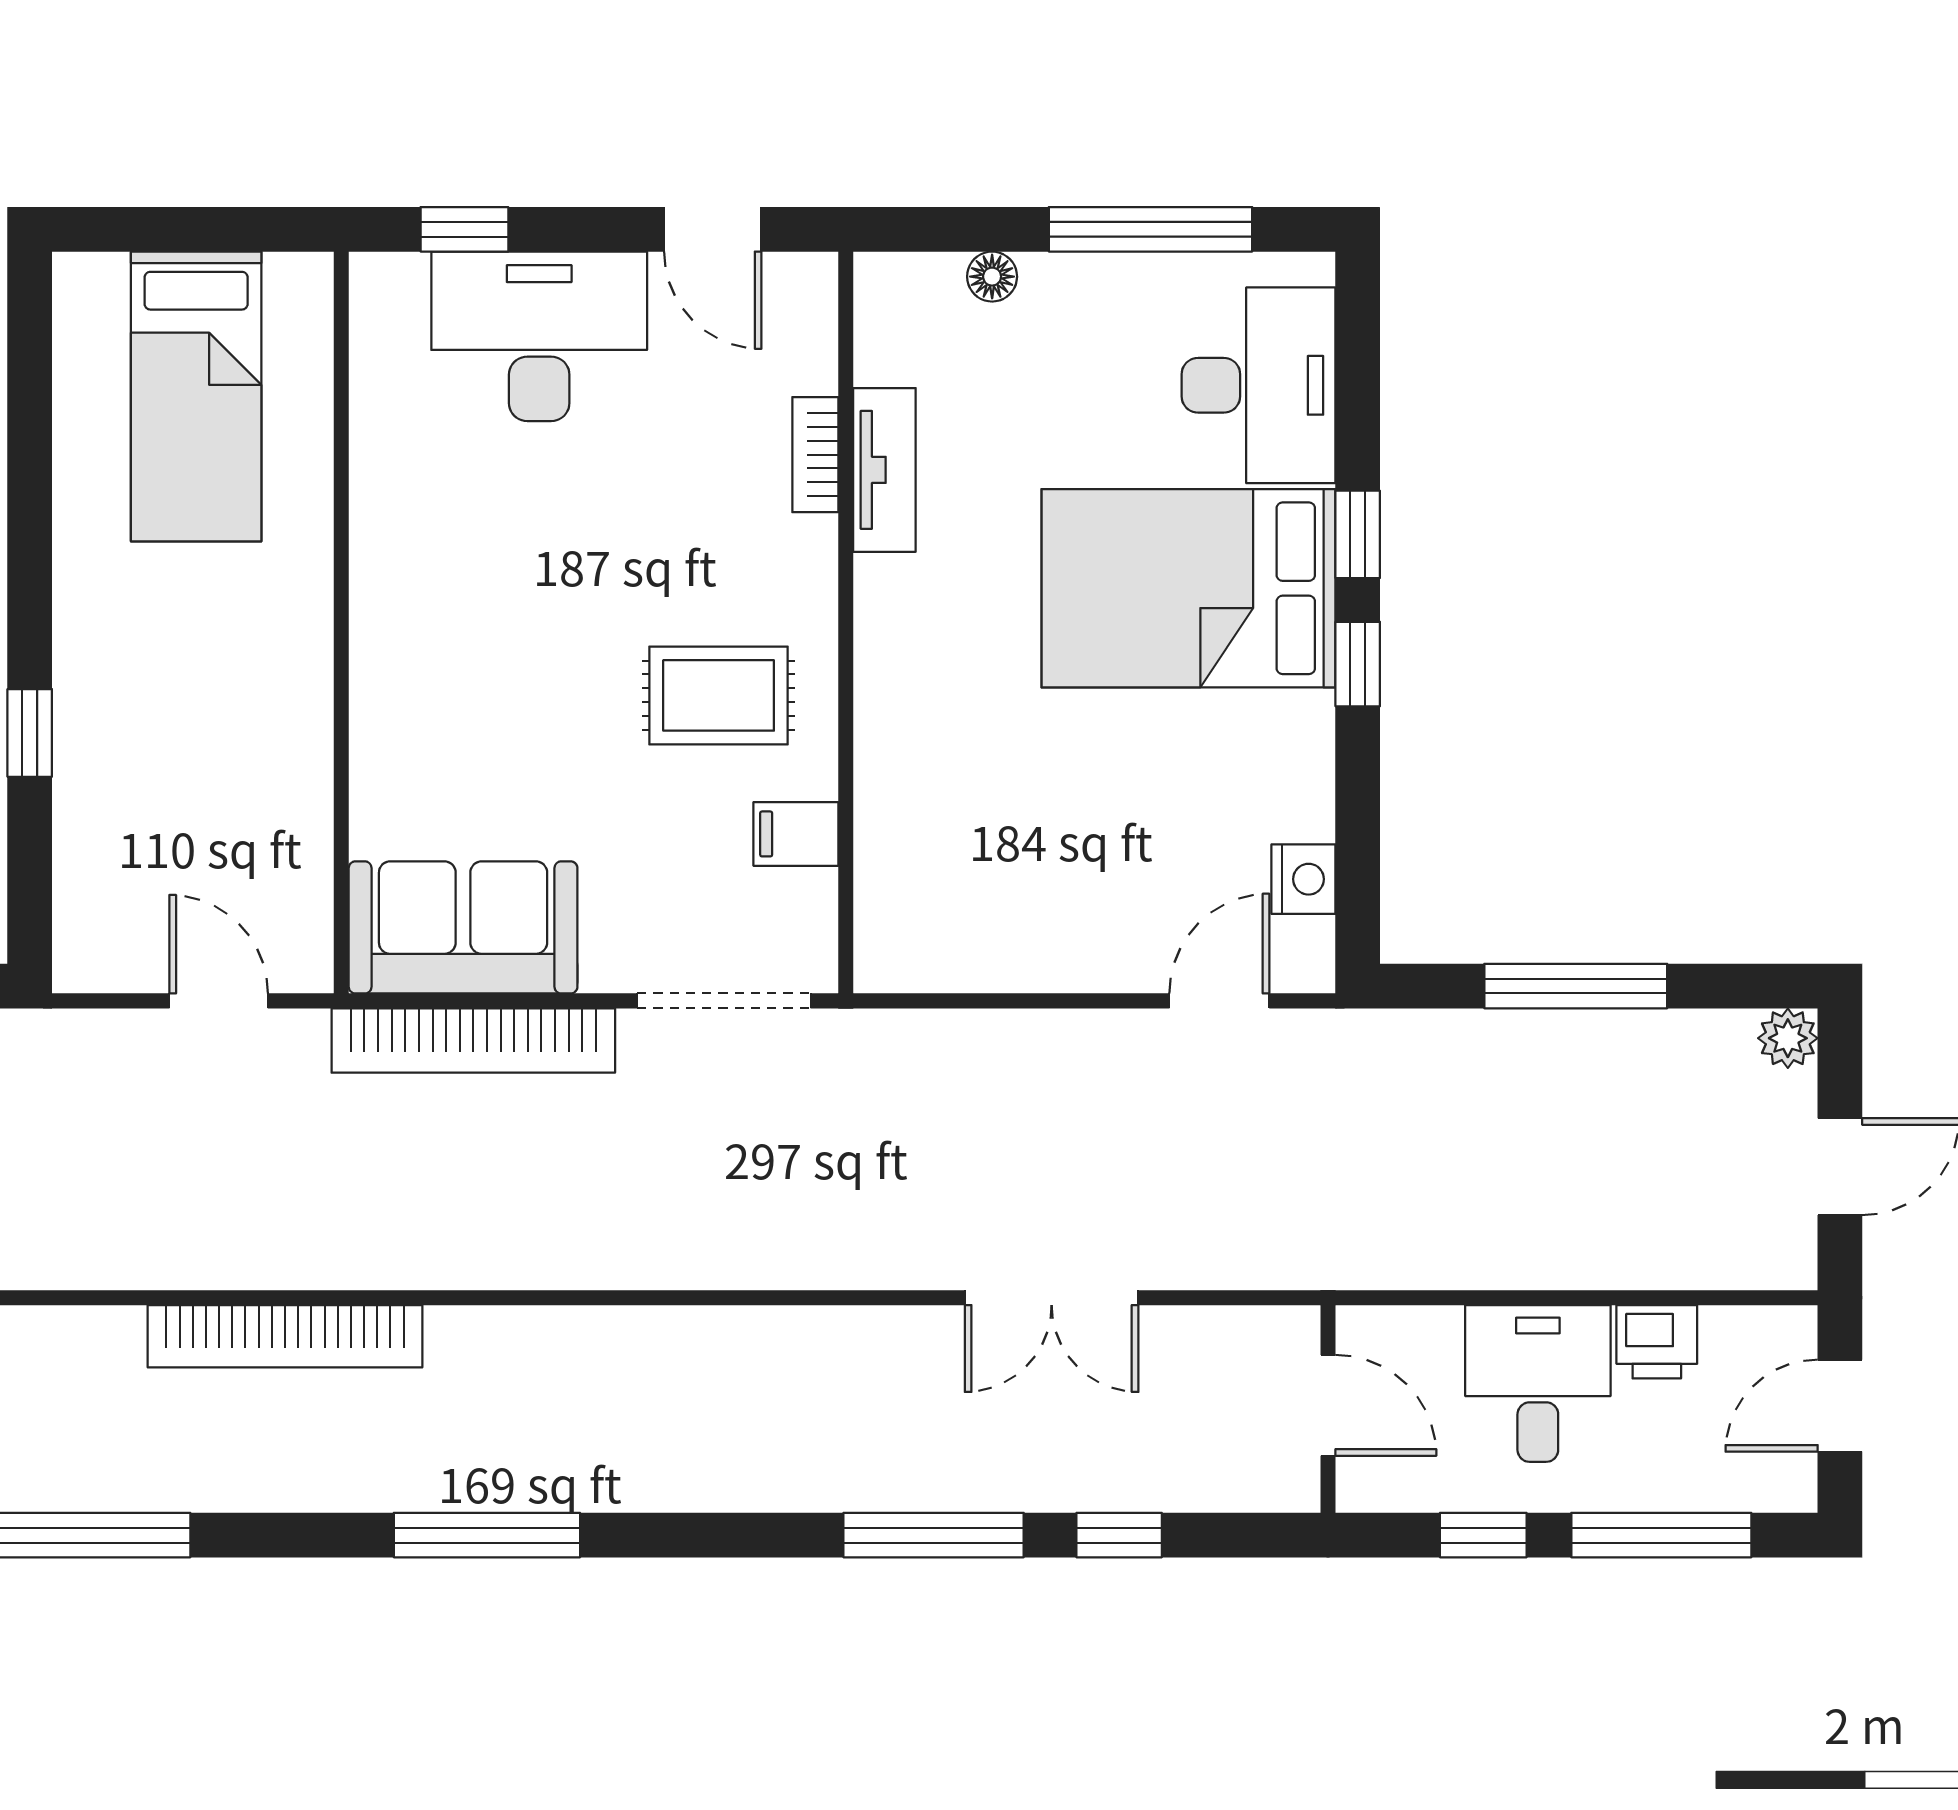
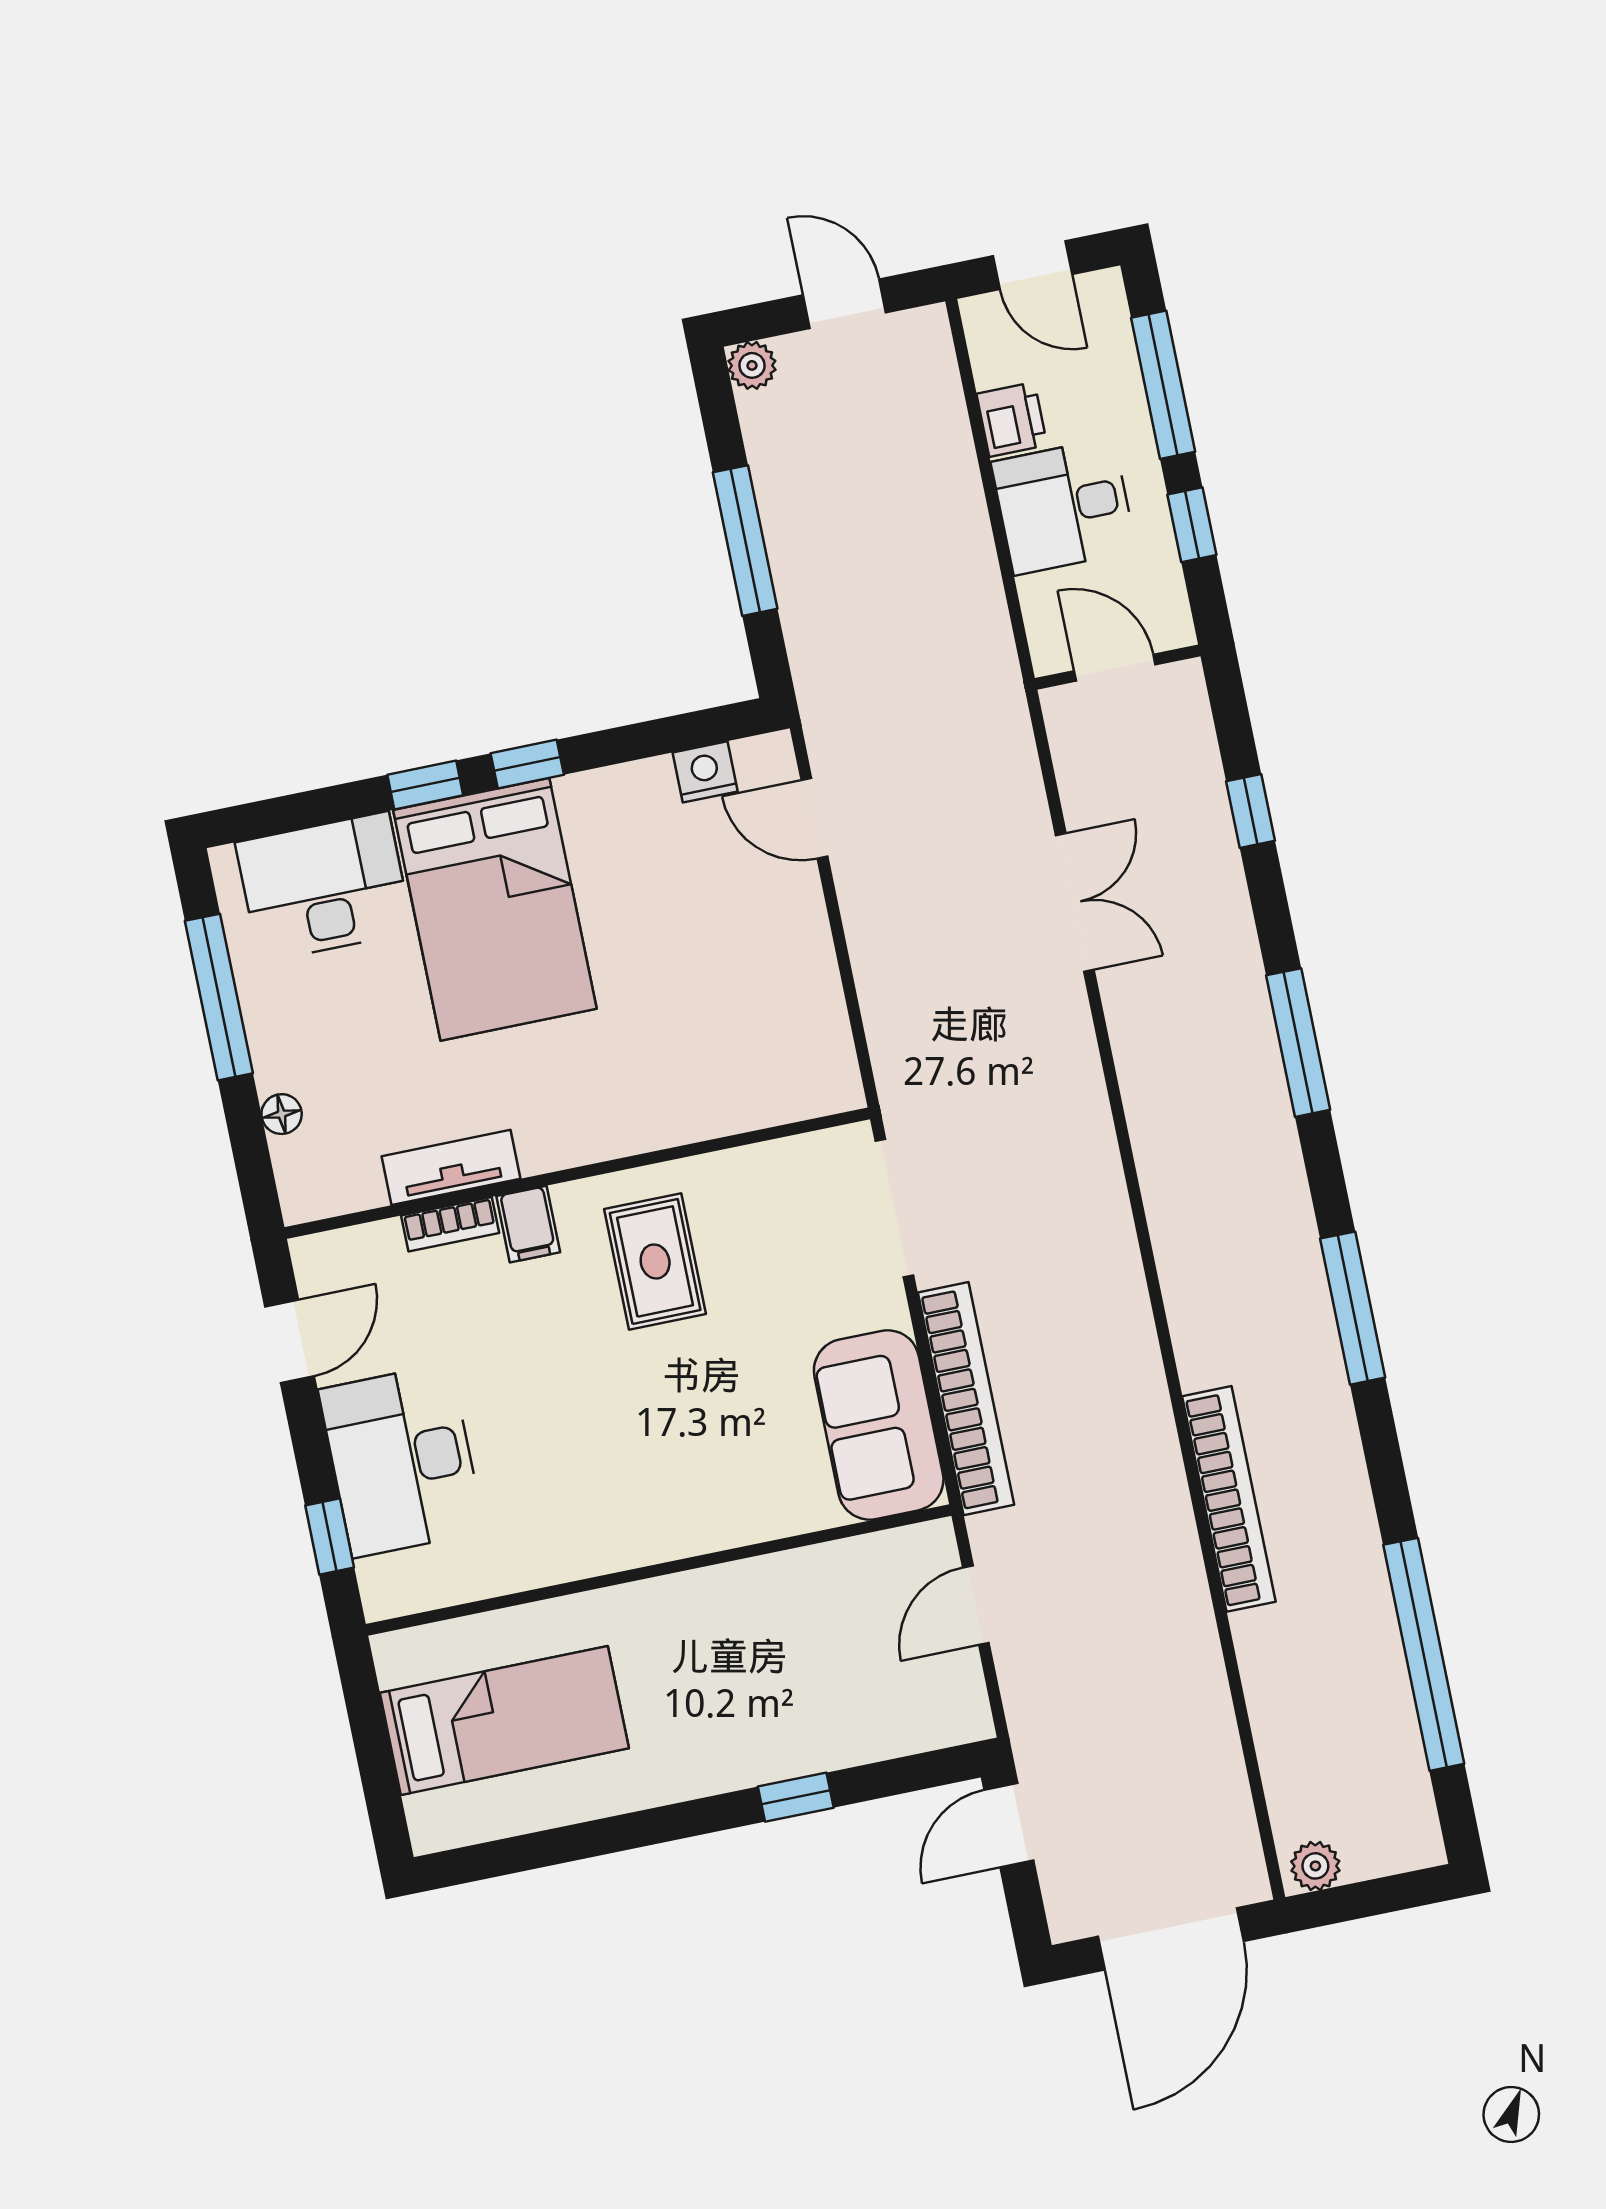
filing cabinet: (796, 834) -> (528, 1224), moved
door: (1328, 1405) -> (1115, 668), hinge flipped
window: (934, 1535) -> (1298, 1043), moved

